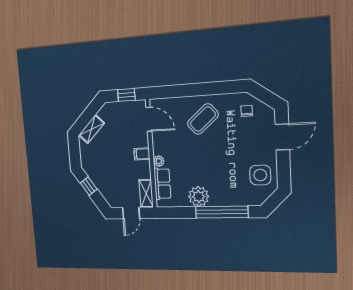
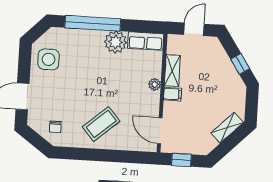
row of seats: (162, 184) -> (146, 41), moved, turned -90
shelving: (146, 194) -> (172, 71), moved

